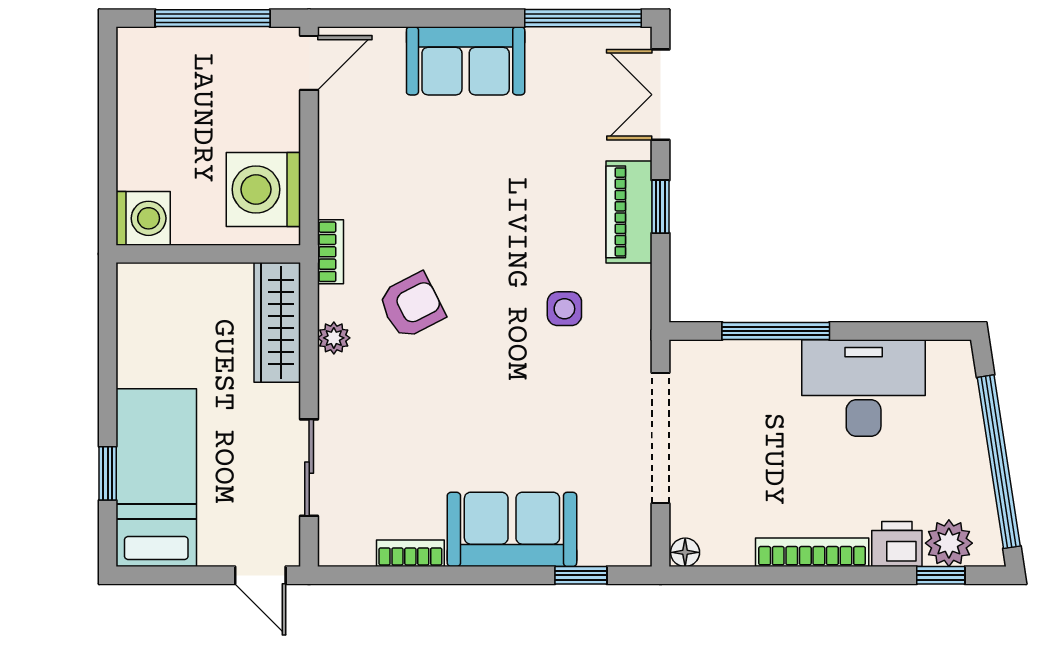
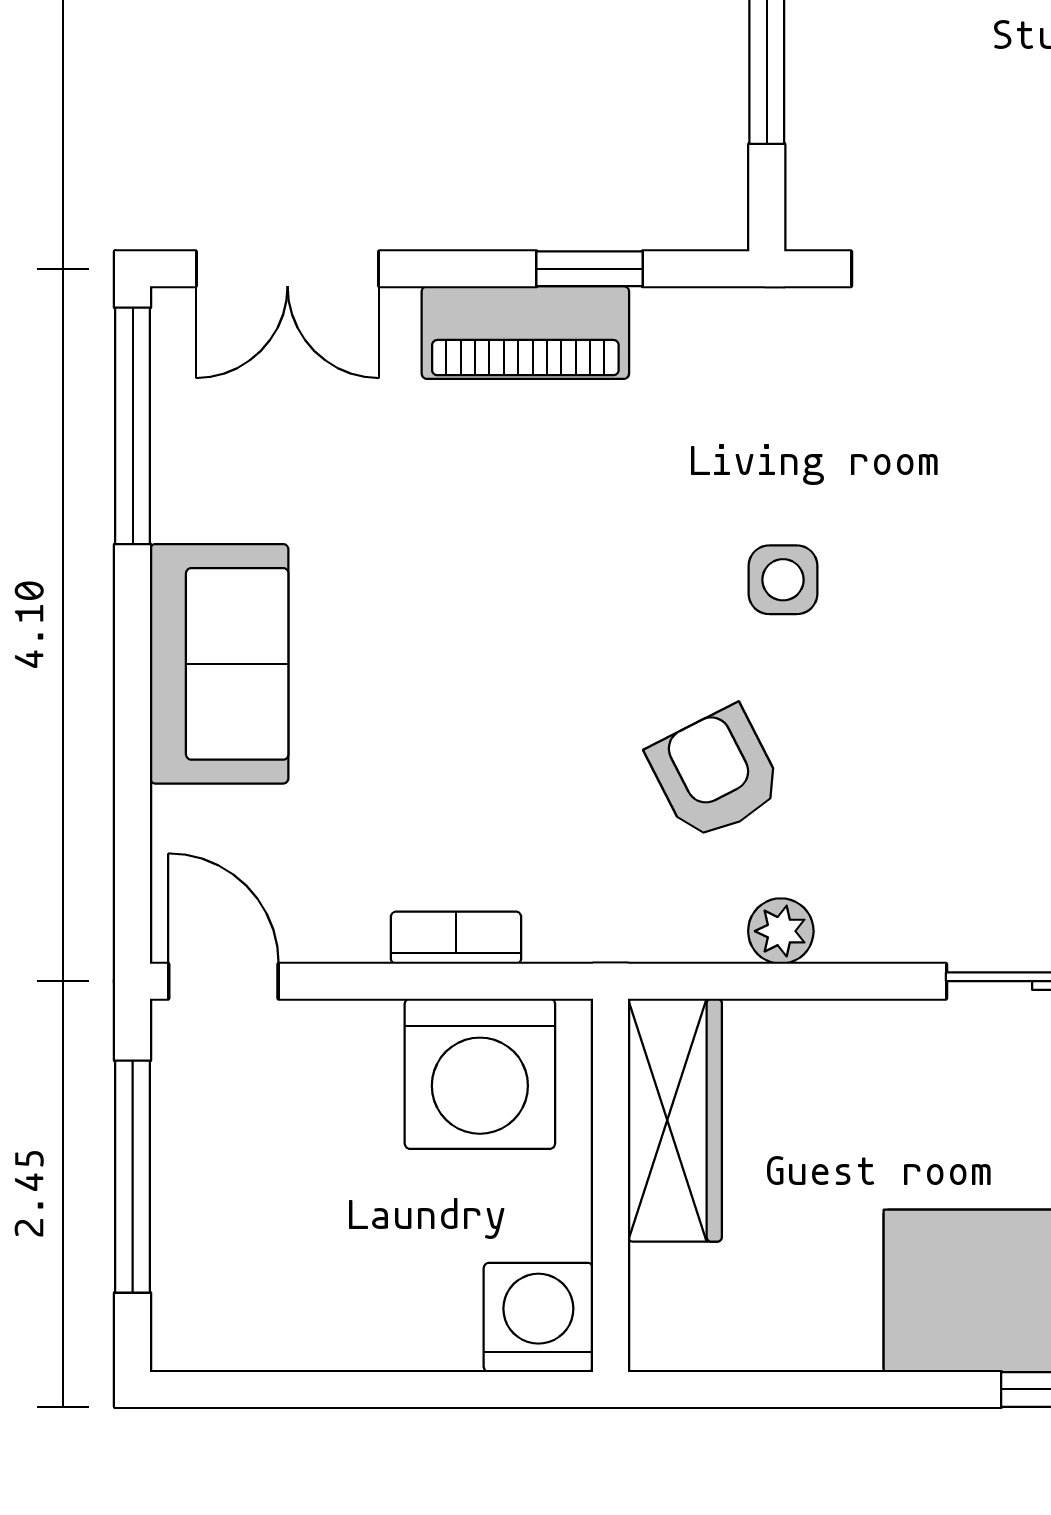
window: (660, 207) -> (589, 269), moved
bookcase: (330, 252) -> (456, 938), moved
side table: (564, 309) -> (783, 580), moved
wardrobe: (277, 322) -> (675, 1120), moved, turned -90

